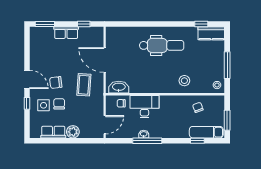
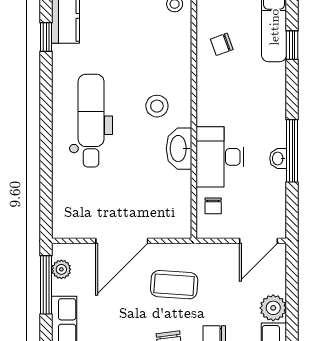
window: (84, 24) -> (46, 285), width x2.17
plant: (91, 31) -> (61, 269), added
stool: (184, 81) -> (157, 106), moved
washbasin: (119, 87) -> (179, 149), moved
door: (105, 125) -> (258, 241), swing flipped

